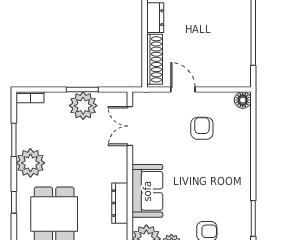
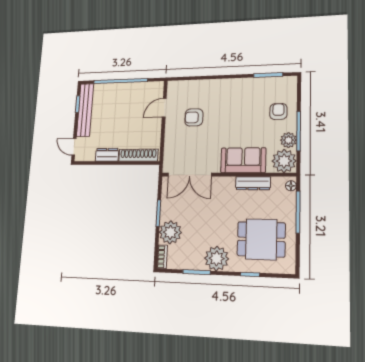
door: (183, 90) -> (164, 108), moved
floor lamp: (243, 100) -> (173, 87), removed
plant: (83, 106) -> (170, 232), moved
double door: (130, 126) -> (190, 175), width x1.37

